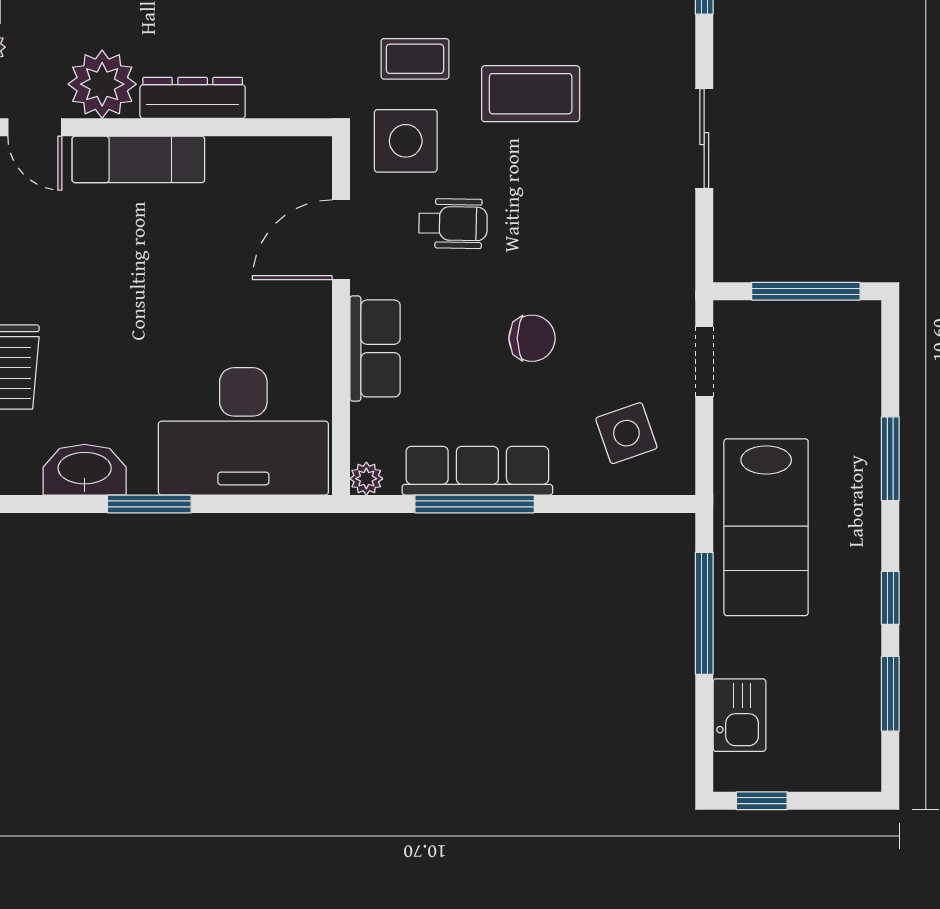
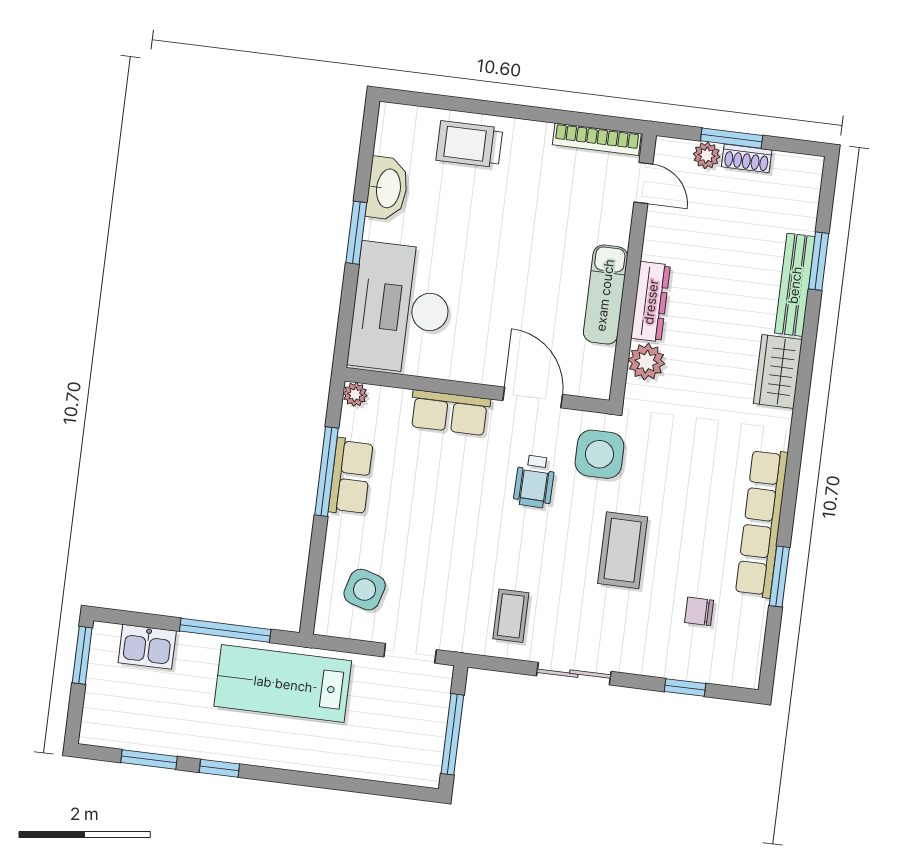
coffee table: (415, 59) -> (511, 616), moved
plant: (102, 84) -> (646, 362), moved, width x0.73, depth x0.73
door: (35, 127) -> (643, 183), swing flipped
exam couch: (138, 159) -> (605, 295), moved
chair: (532, 338) -> (443, 529), removed
side table: (626, 433) -> (365, 590), turned 35
window: (890, 459) -> (322, 781), removed
row of seats: (477, 471) -> (351, 477), width x0.68
window: (762, 801) -> (82, 655), width x1.50

